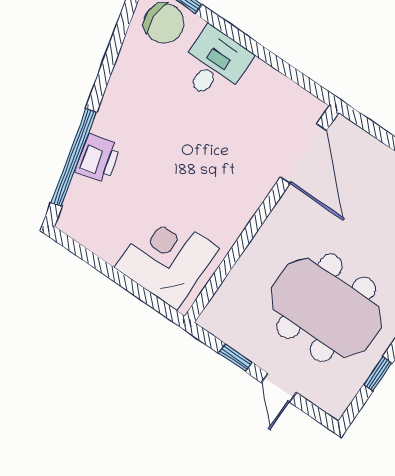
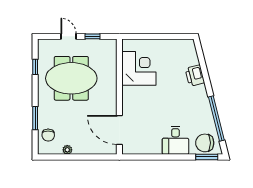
window: (74, 157) -> (216, 118), moved
corner desk: (167, 258) -> (139, 68), moved, turned -90

